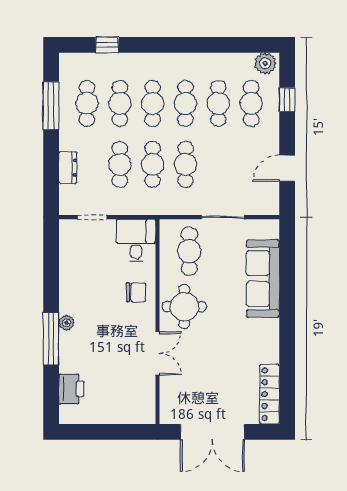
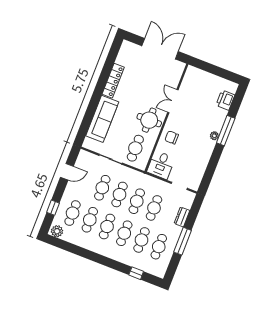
window: (51, 106) -> (183, 241), moved
cafe table: (218, 164) -> (102, 188), added
locker: (269, 394) -> (113, 81), moved

